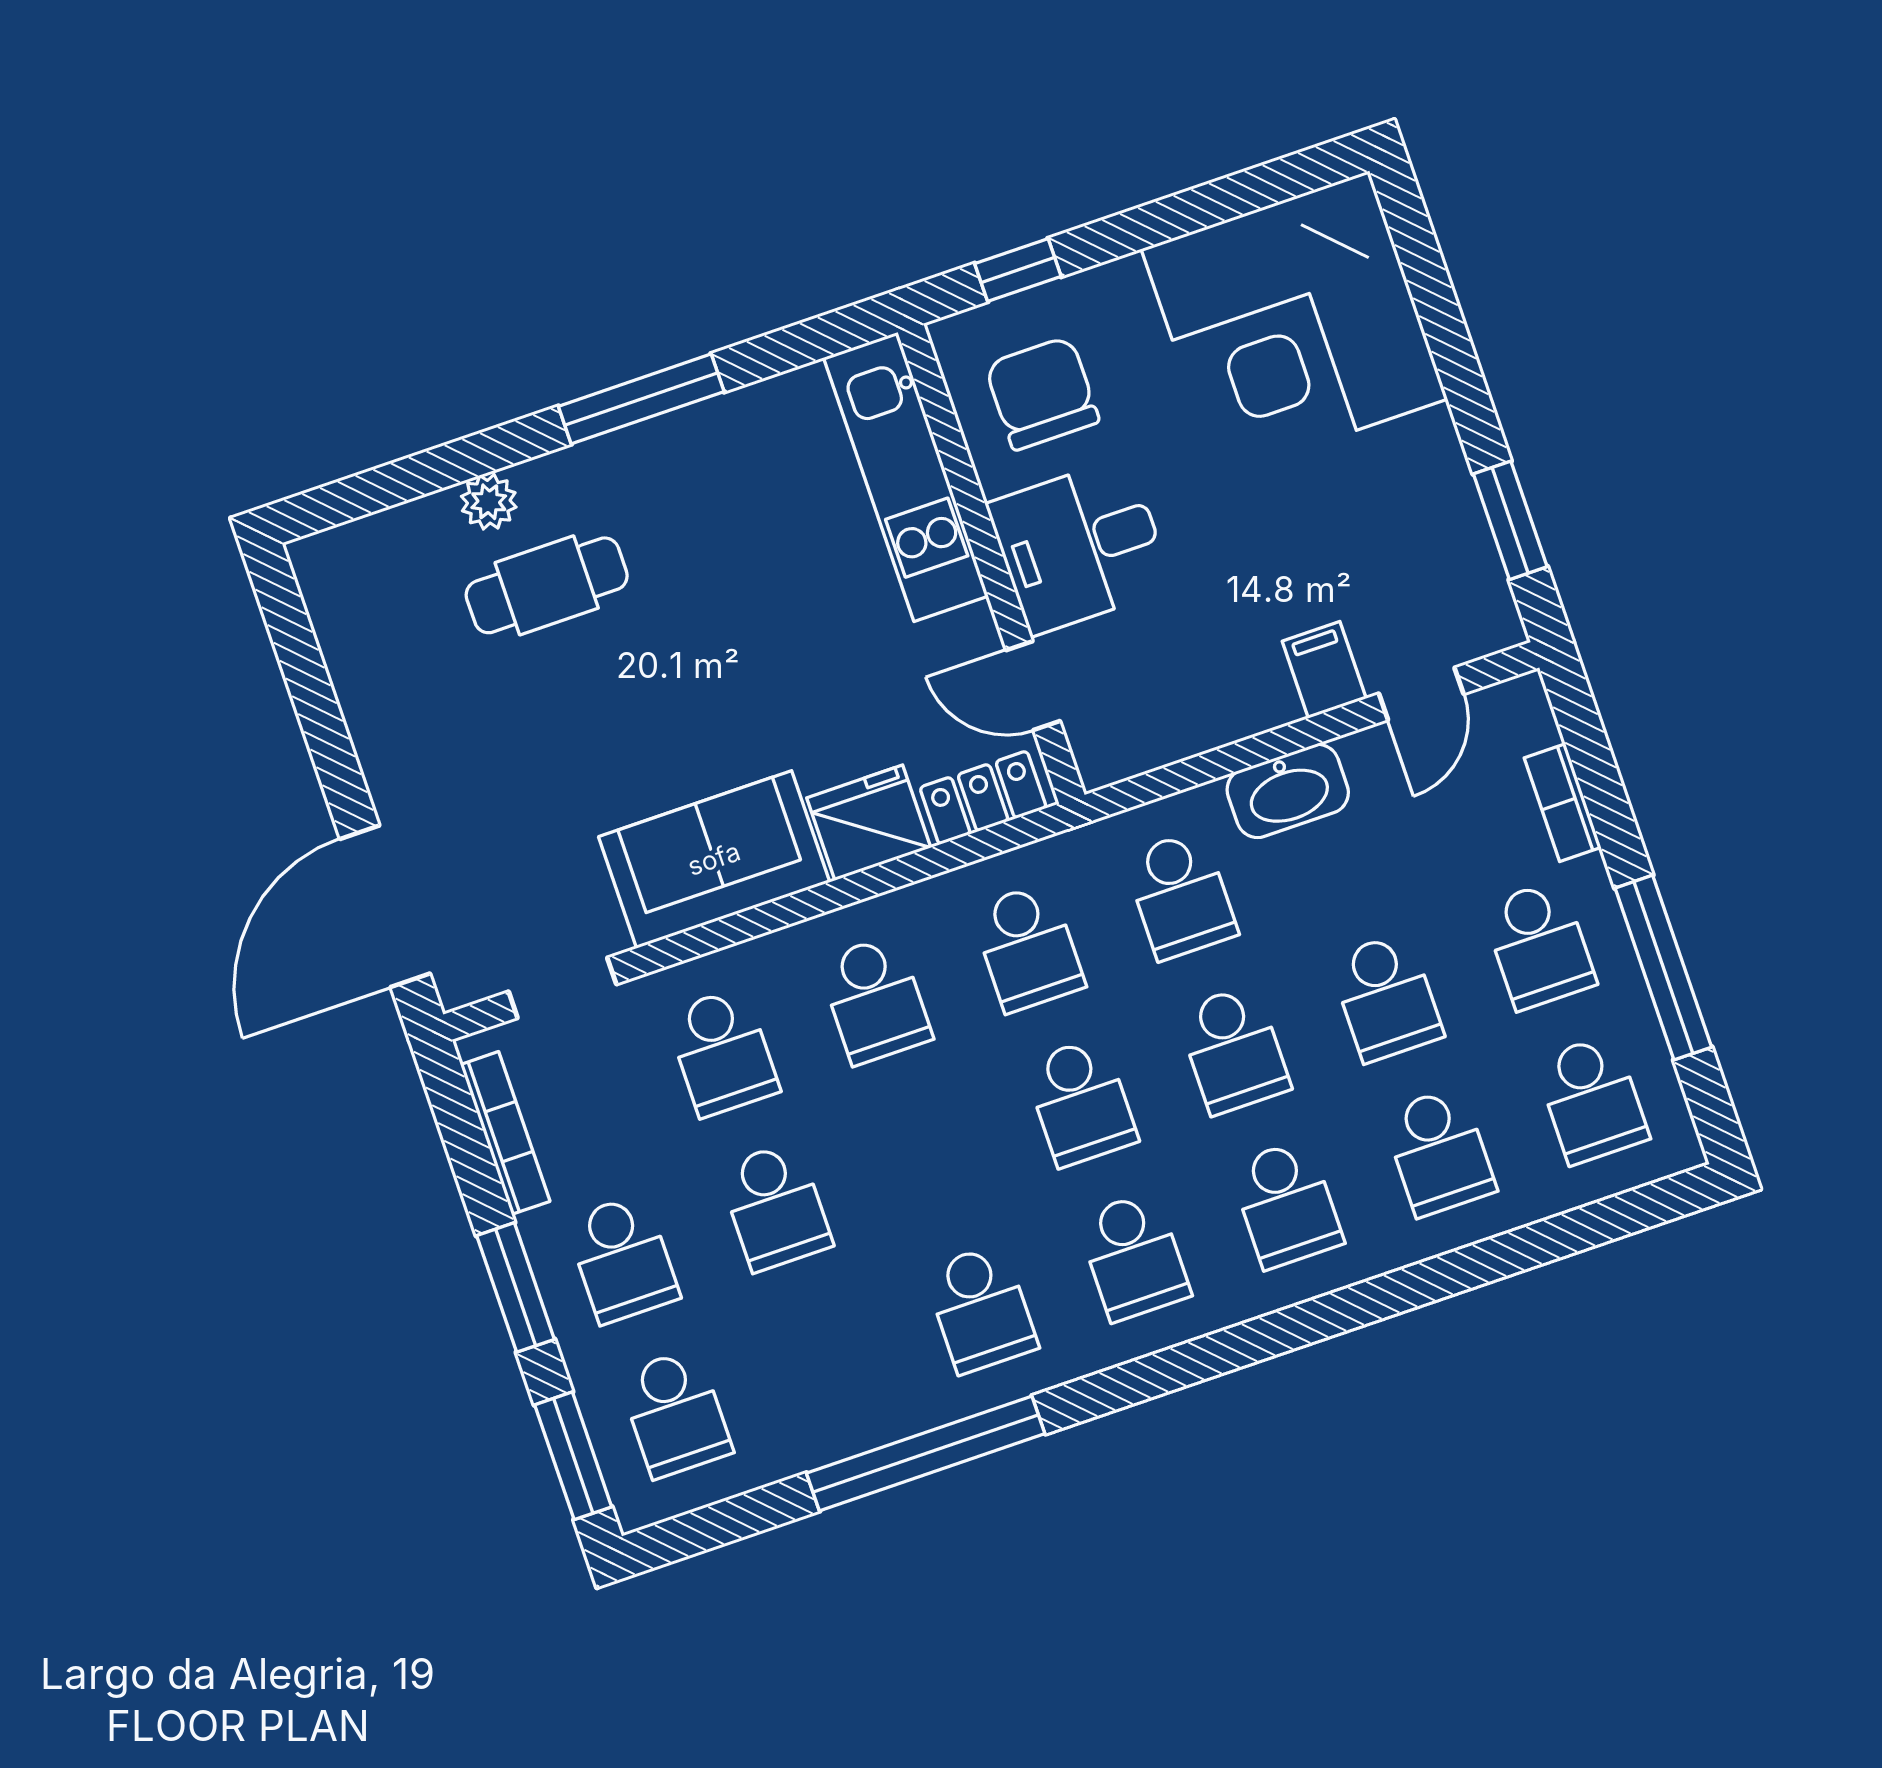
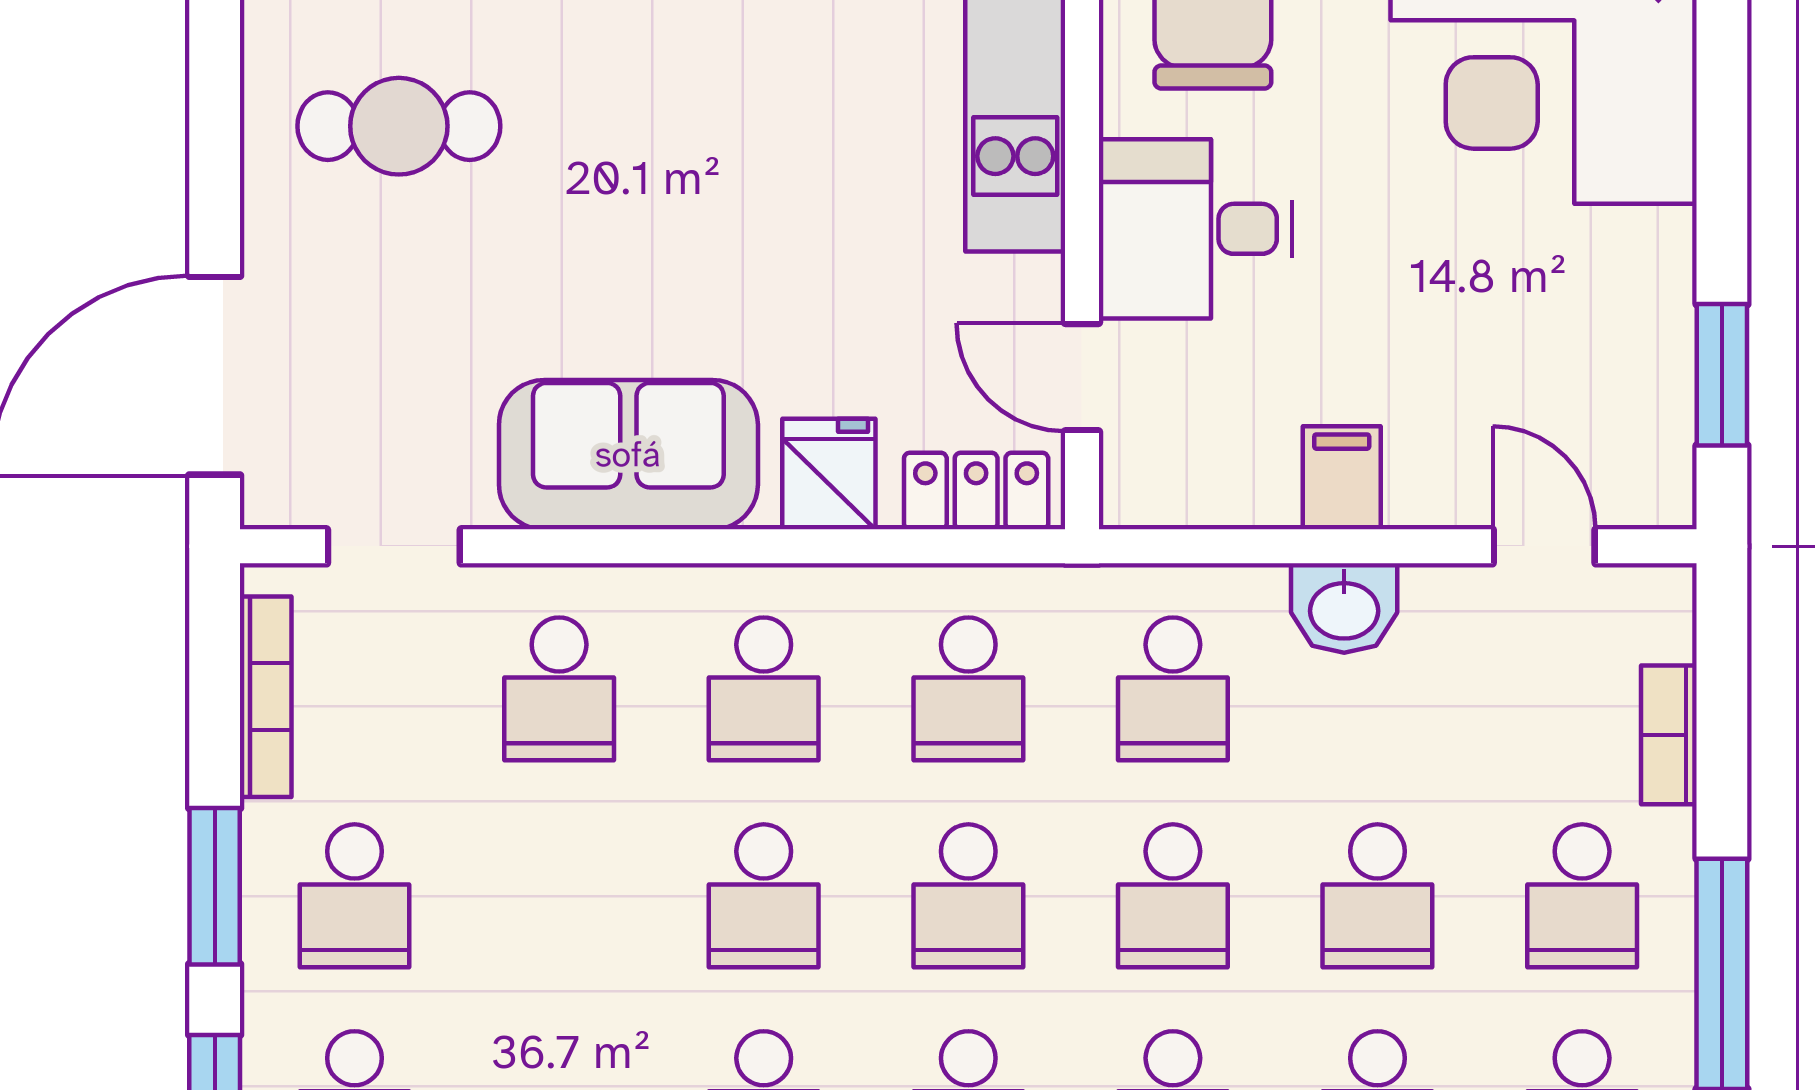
cafe table: (547, 585) -> (399, 126), moved
filing cabinet: (1324, 670) -> (1342, 478), moved
door: (1421, 694) -> (1544, 546), swing flipped
washbasin: (1288, 791) -> (1344, 608), width x0.72
fridge: (869, 823) -> (829, 474), width x0.72
school desk: (775, 1206) -> (764, 896), moved

